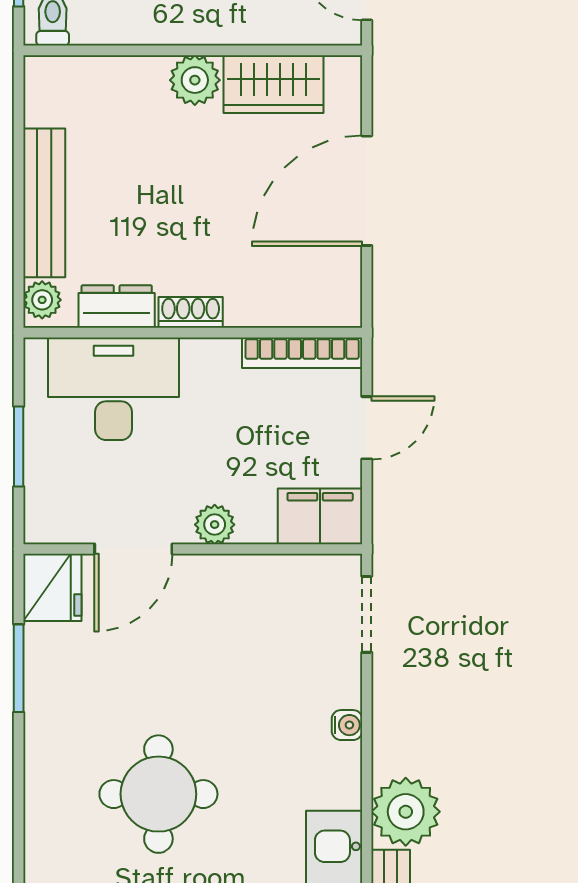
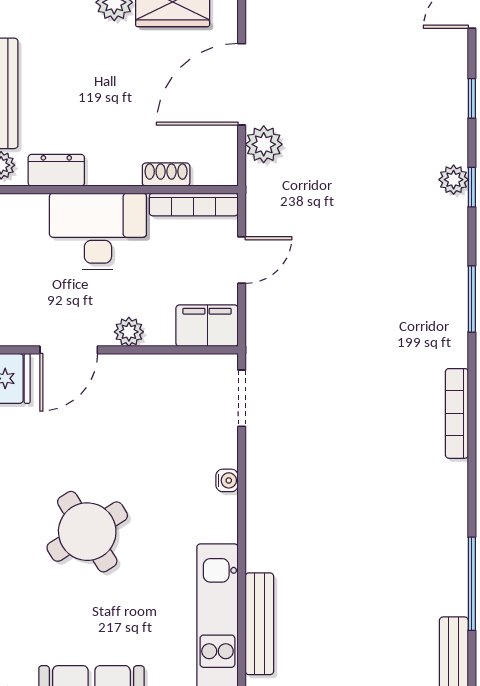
shoe rack: (191, 312) -> (166, 175), moved
desk: (114, 389) -> (98, 231), moved
round table: (158, 794) -> (87, 532), turned -32
plant: (406, 812) -> (264, 144), moved, width x0.73, depth x0.73

